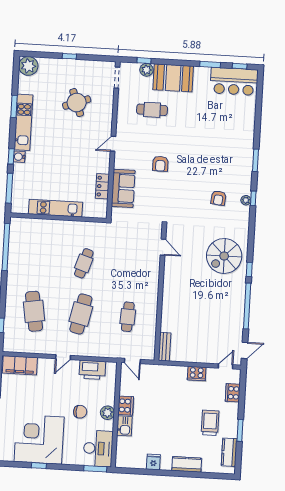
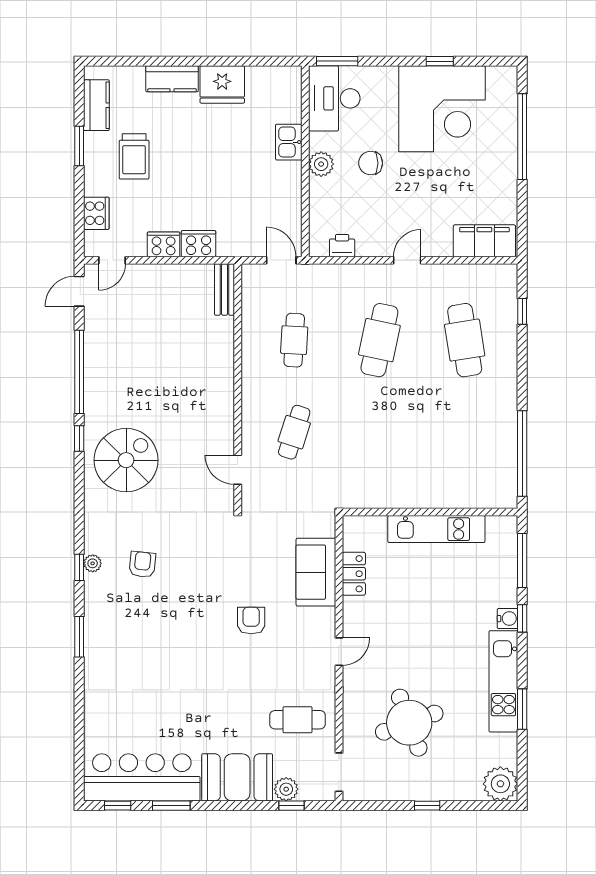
bar counter: (234, 81) -> (142, 777), width x1.36
round table: (77, 103) -> (409, 723), width x1.36, depth x1.36
cafe table: (152, 110) -> (297, 720), moved
cafe table: (84, 263) -> (294, 432), moved
printer: (92, 370) -> (342, 246), width x0.53, depth x0.68
cooker: (126, 406) -> (199, 244), moved, turned 90
fridge: (153, 462) -> (222, 84), width x1.88, depth x1.34

